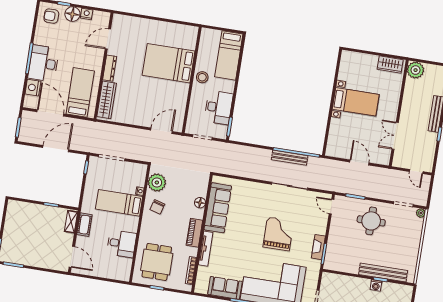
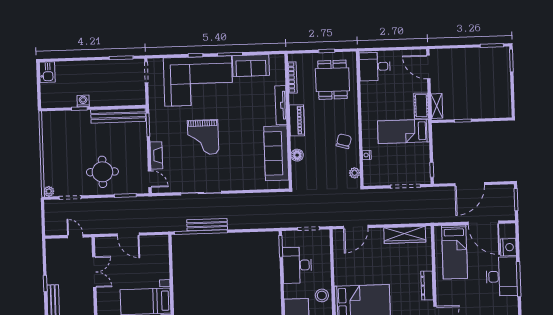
wardrobe: (107, 100) -> (405, 235), moved, turned -90
door: (416, 172) -> (75, 236), moved
plant: (157, 183) -> (355, 173), width x0.53, depth x0.53
bed: (119, 203) -> (403, 131), moved, turned 180
desk: (122, 244) -> (375, 67), moved
fireplace: (318, 247) -> (156, 155), moved
bench: (383, 272) -> (118, 116), moved

